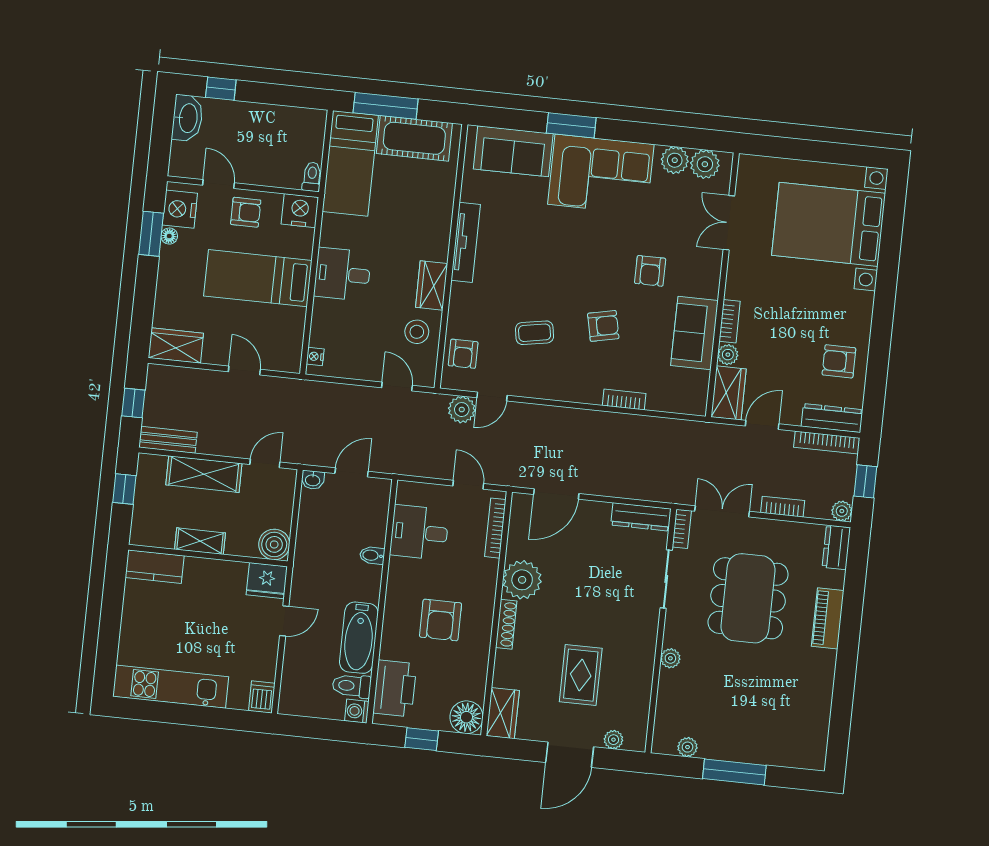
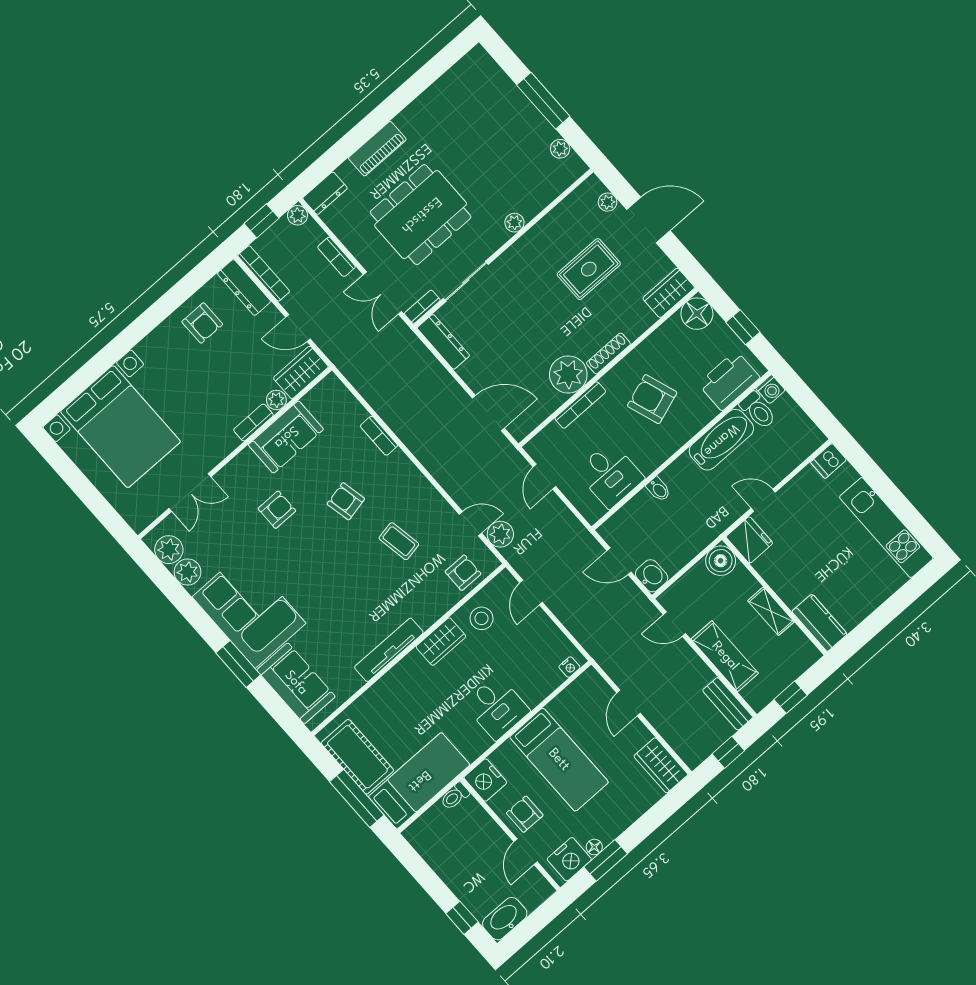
washbasin: (313, 480) -> (652, 576), width x1.38, depth x1.45
bookcase: (495, 528) -> (580, 405), moved
armchair: (441, 620) -> (652, 399), turned -109

